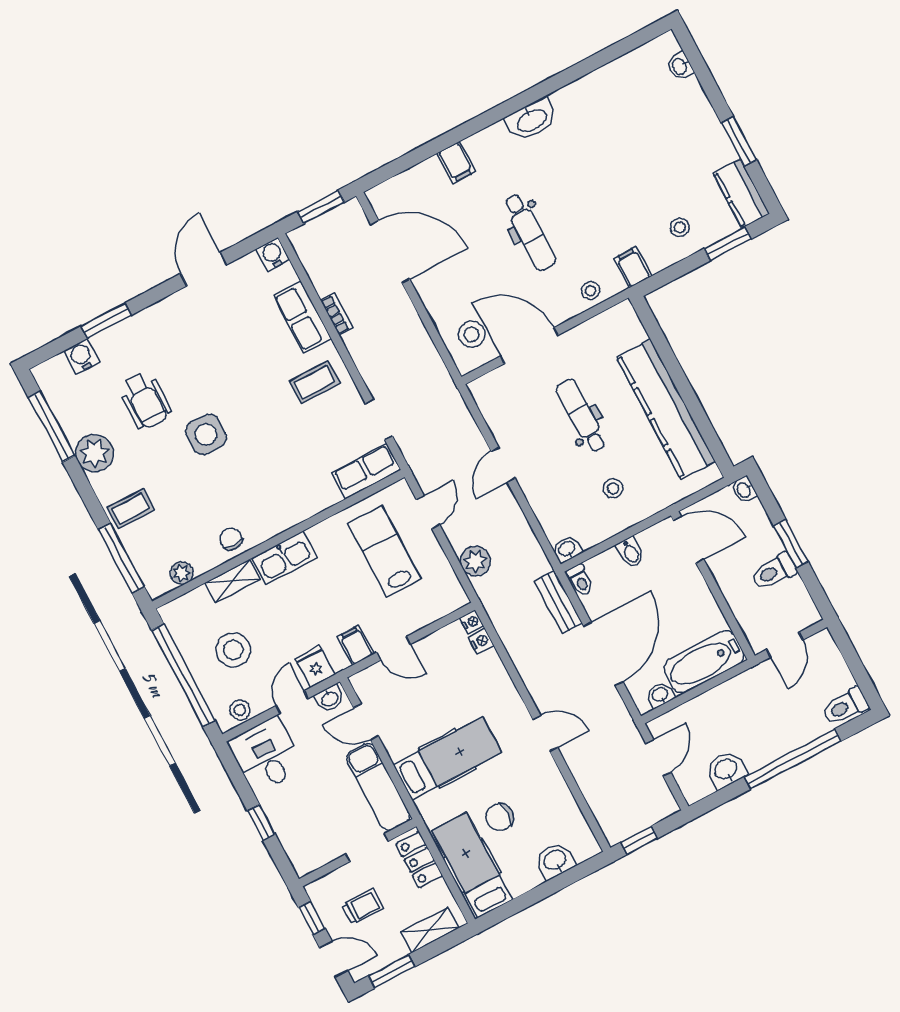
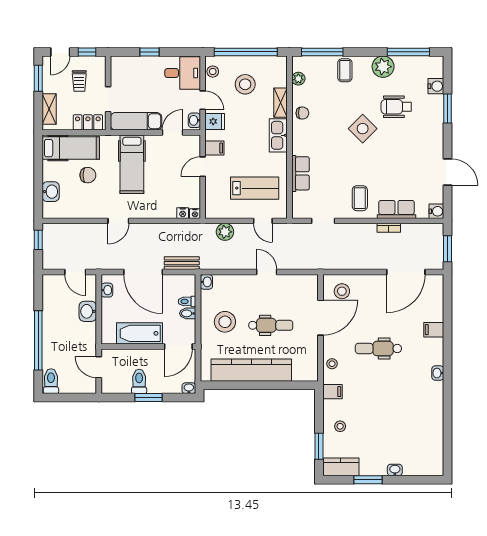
washbasin: (680, 66) -> (395, 470), moved
washbasin: (531, 120) -> (438, 373), width x0.52, depth x0.69
side table: (206, 434) -> (363, 129), turned 45
row of seats: (366, 471) -> (300, 173), moved
stool: (613, 488) -> (225, 322), width x1.89, depth x1.89
toilet: (580, 580) -> (187, 301), moved
bathtub: (704, 662) -> (139, 333), moved, turned -90
washbasin: (726, 770) -> (88, 311), moved, turned 180
chair: (500, 817) -> (88, 175), turned 90

